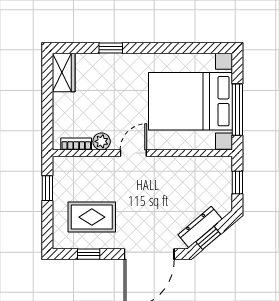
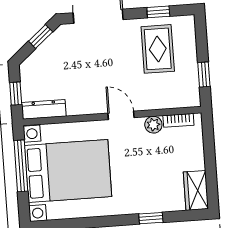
door: (133, 153) -> (121, 115), swing flipped
rug: (92, 217) -> (158, 49), turned 90
dresser: (200, 227) -> (44, 109), moved, turned -139

